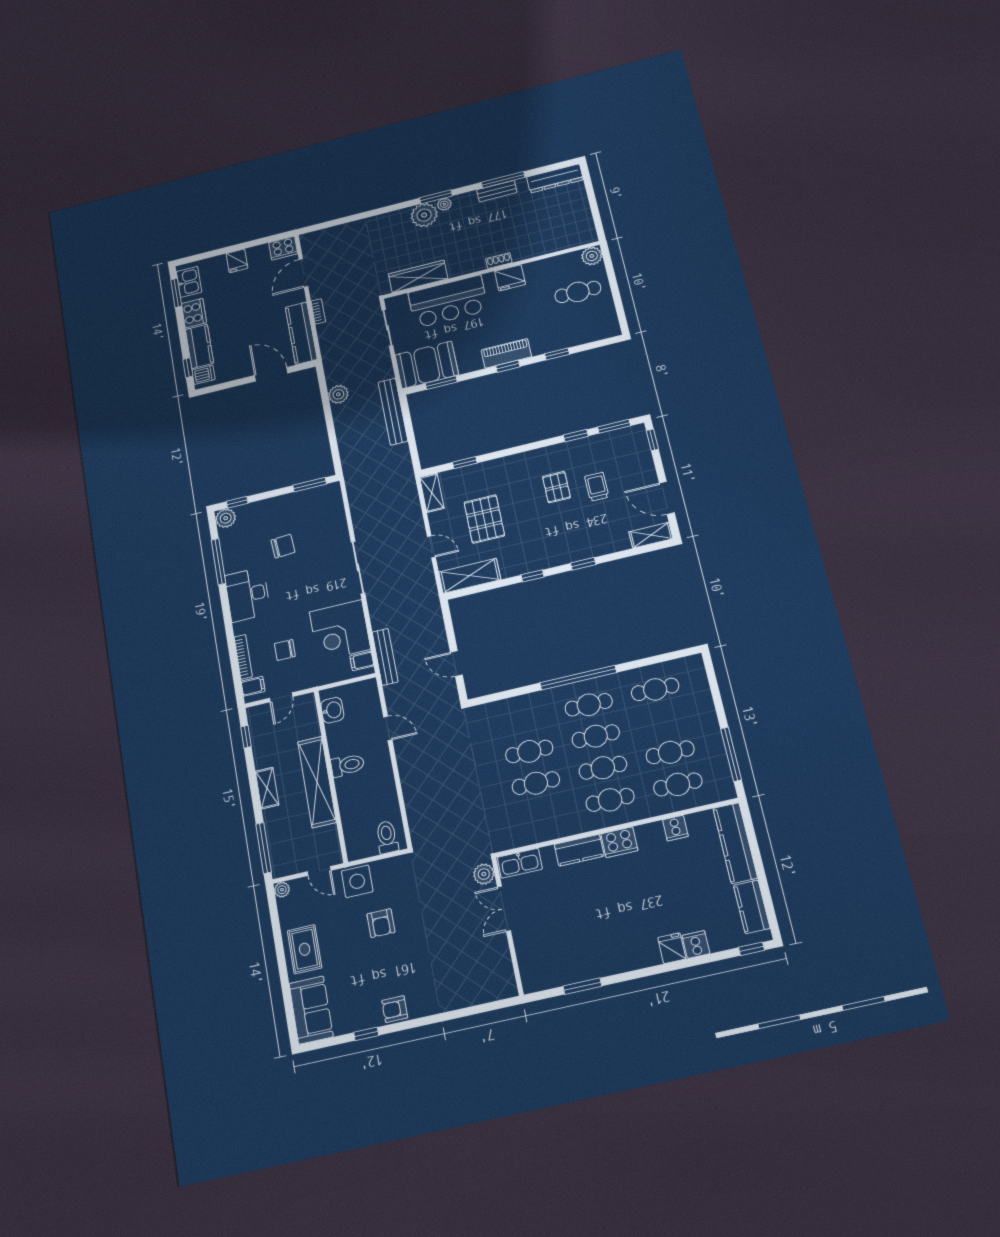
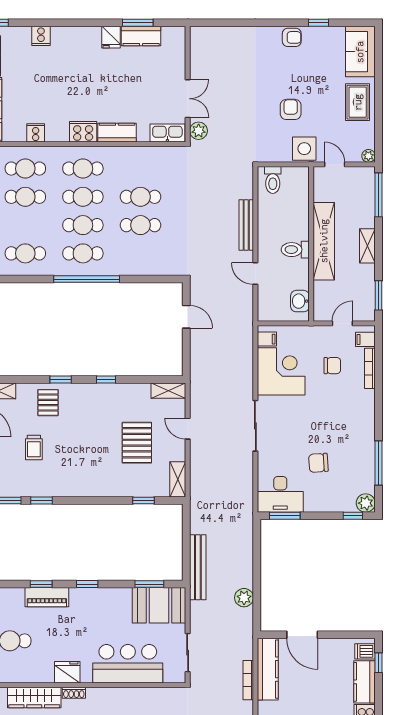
wardrobe: (418, 276) -> (34, 697), moved
bookcase: (318, 311) -> (248, 680), width x1.56
piano: (506, 353) -> (47, 597), moved
pallet: (556, 487) -> (48, 403), moved
shelving: (470, 576) -> (168, 391), width x0.67, depth x0.75
desk: (248, 595) -> (280, 494), moved, turned 90
bench: (385, 657) -> (246, 225), moved
window: (246, 737) -> (378, 295), width x1.50
fridge: (672, 948) -> (111, 37), moved
kitchen counter: (575, 971) -> (141, 36), added

